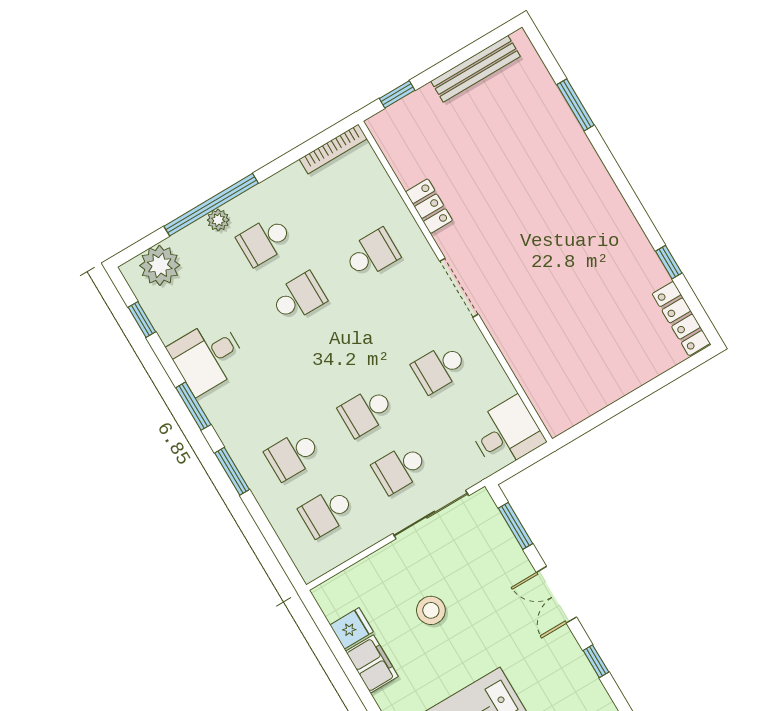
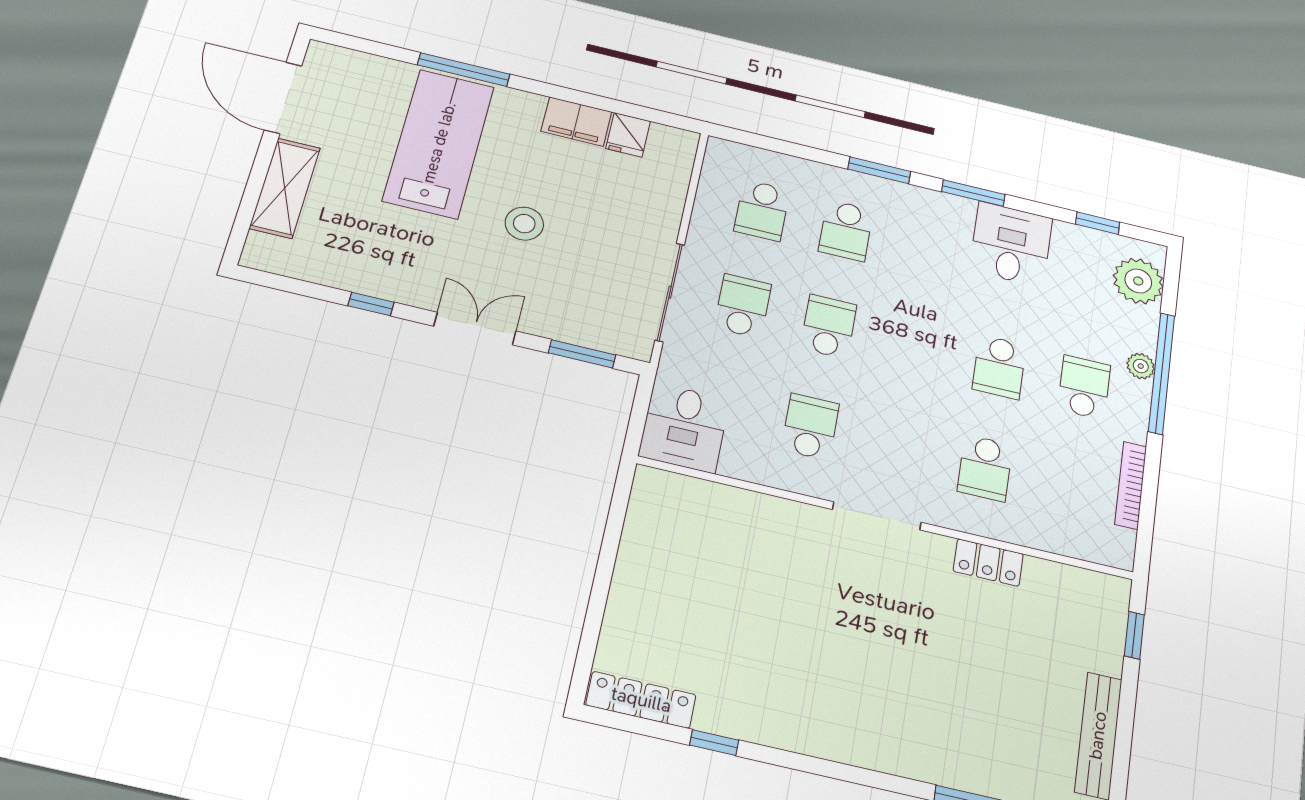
bookcase: (333, 149) -> (1131, 485), moved
school desk: (293, 455) -> (846, 231), turned 180
school desk: (327, 512) -> (762, 210), turned 180
stool: (431, 610) -> (524, 224), moved

